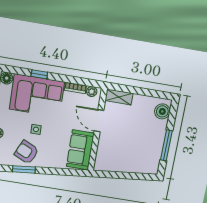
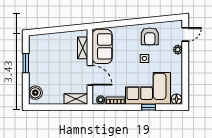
window: (166, 145) -> (26, 63), width x0.69
armchair: (27, 152) -> (150, 36), turned 65
shelving: (102, 152) -> (83, 48), added
window: (24, 169) -> (150, 20), removed

